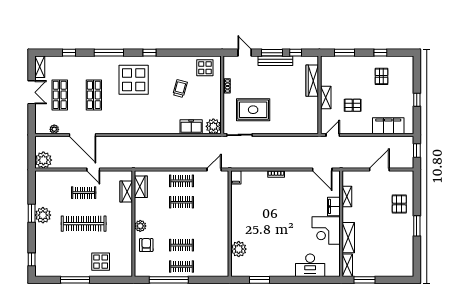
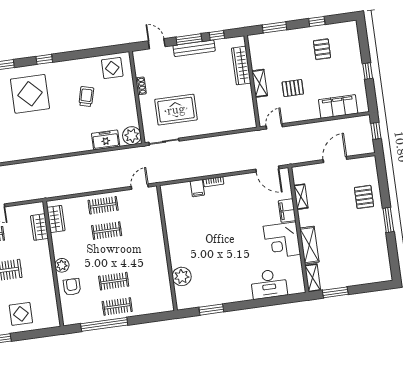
filing cabinet: (236, 177) -> (197, 188), moved

